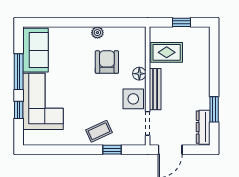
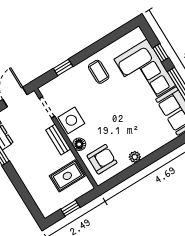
armchair: (107, 62) -> (102, 159), moved, turned -90
bench: (155, 89) -> (58, 140), width x0.73
coffee table: (99, 131) -> (99, 72), moved, turned -65

